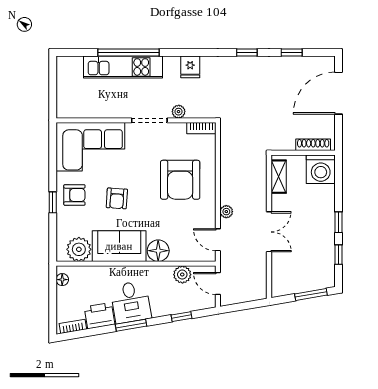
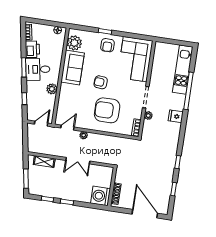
kitchen unit: (123, 67) -> (183, 70), moved
fridge: (190, 67) -> (176, 116), moved
shelving: (279, 177) -> (44, 162), moved
armchair: (117, 198) -> (101, 82), moved
double door: (269, 232) -> (78, 161), moved
floor lamp: (158, 251) -> (66, 91), removed
plant: (182, 275) -> (52, 89), moved

